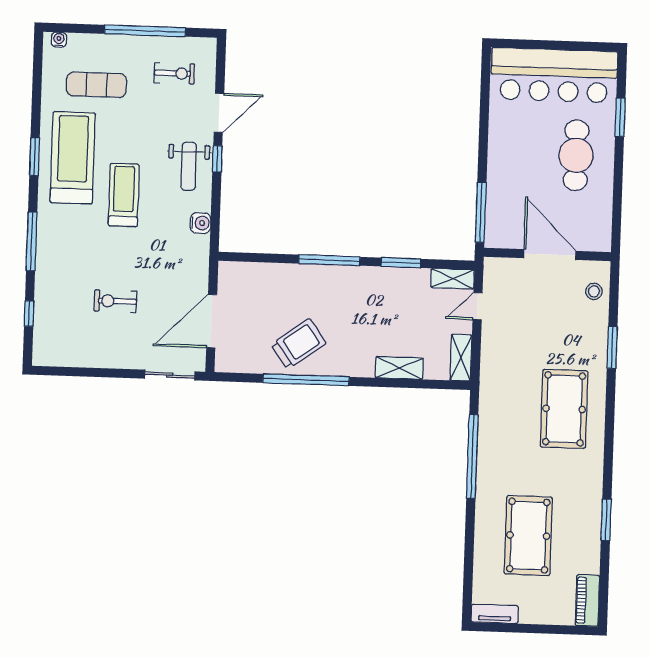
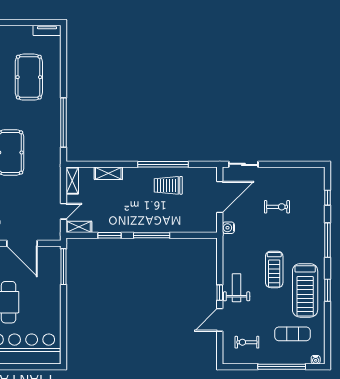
window: (145, 31) -> (282, 367), moved
water cooler: (200, 223) -> (228, 228), moved
trolley: (299, 344) -> (168, 185), turned 36

